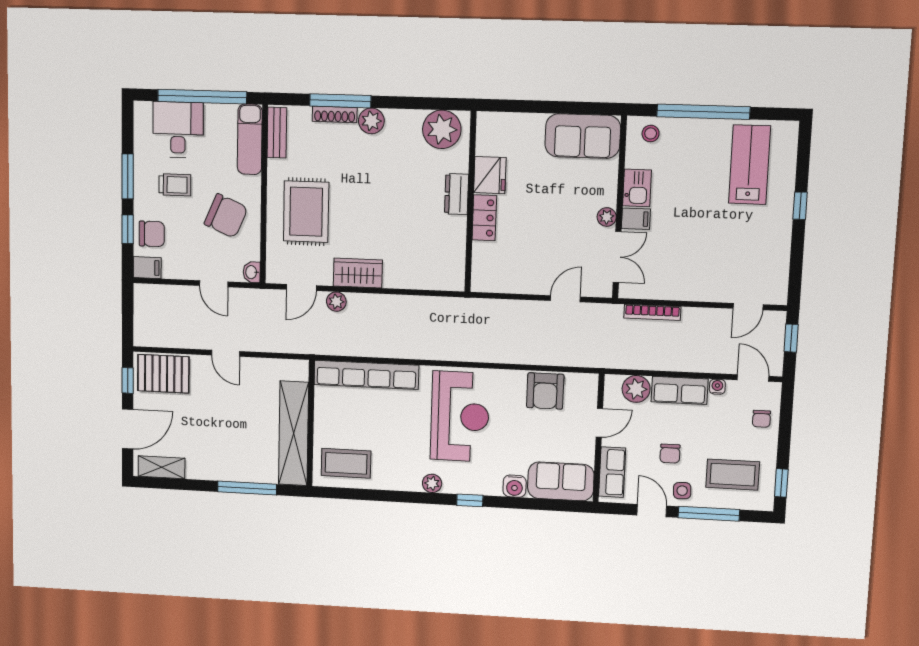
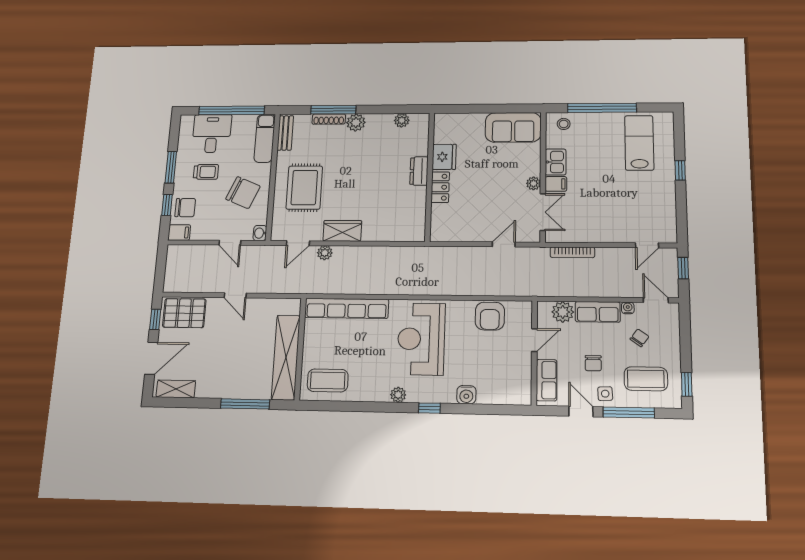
plant: (442, 129) -> (402, 120), width x0.53, depth x0.53
reception desk: (460, 416) -> (421, 339), turned 180
chair: (761, 419) -> (640, 338), moved, turned -144
sofa: (561, 481) -> (504, 389), removed

